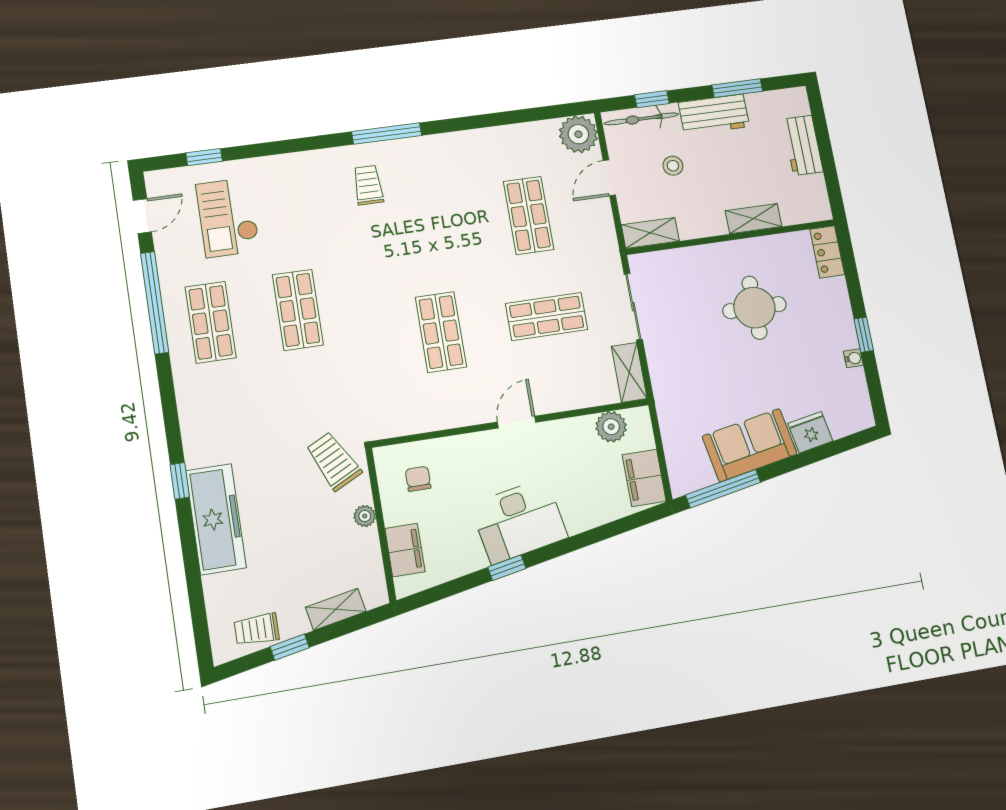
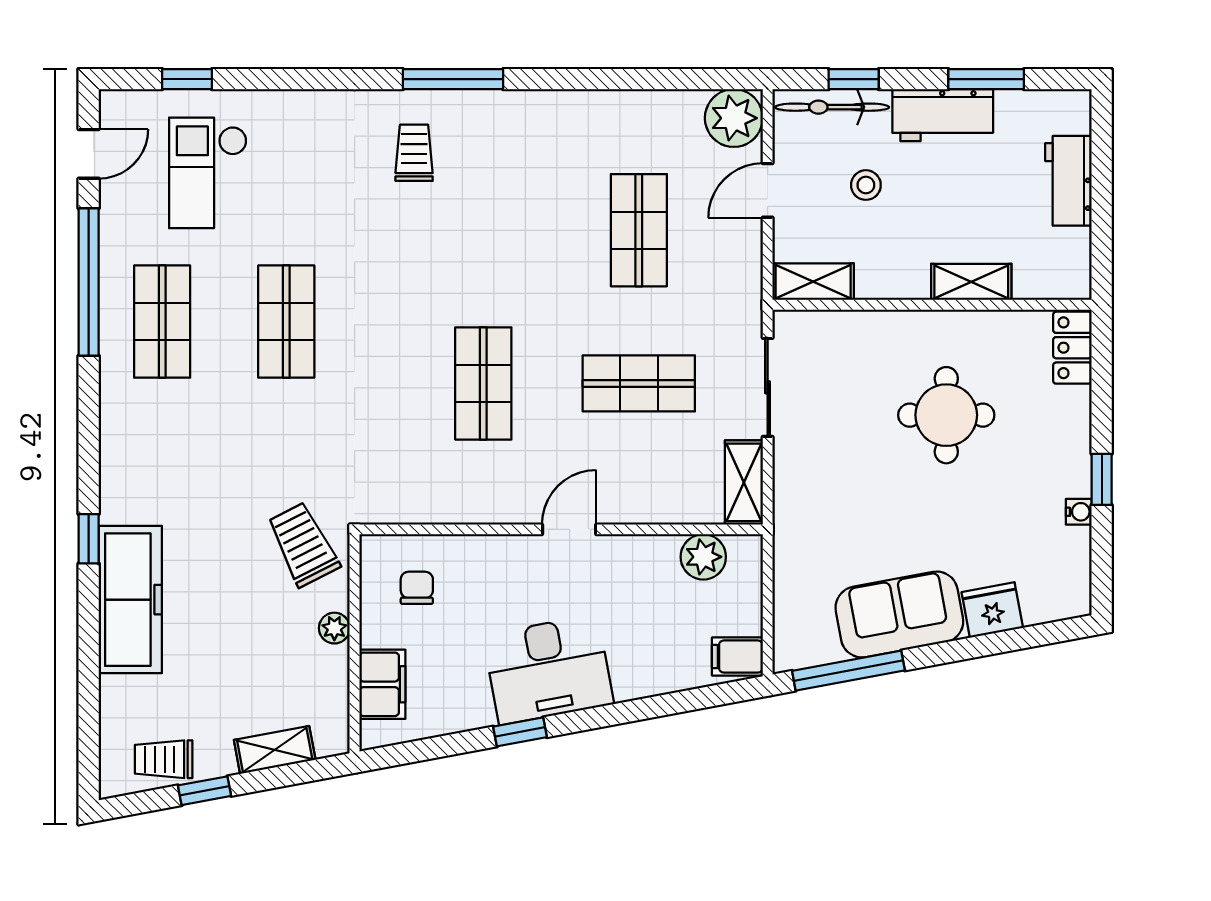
filing cabinet: (644, 478) -> (737, 657), width x0.50

